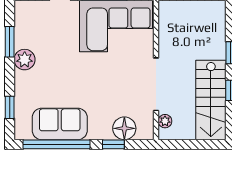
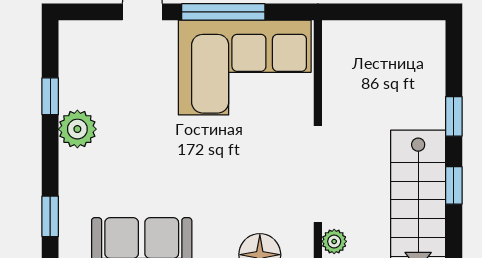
window: (10, 42) -> (50, 96), width x0.67

